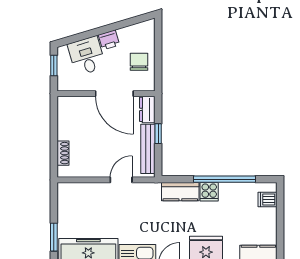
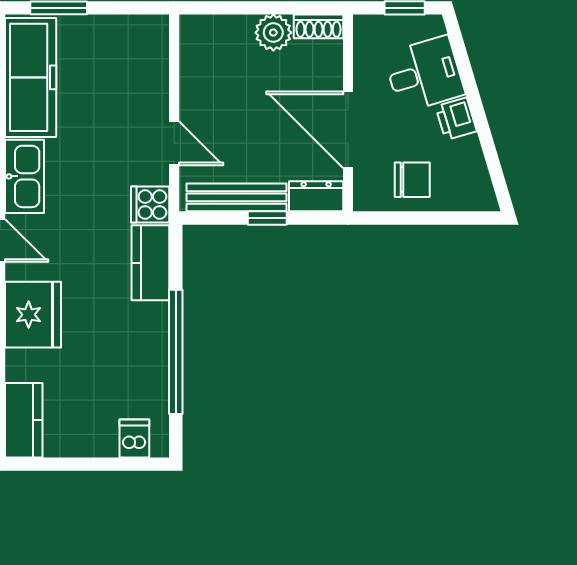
door: (114, 94) -> (348, 130), hinge flipped
plant: (66, 131) -> (273, 33), added
shoe rack: (63, 153) -> (319, 26), moved
cooker: (209, 192) -> (150, 205), moved

